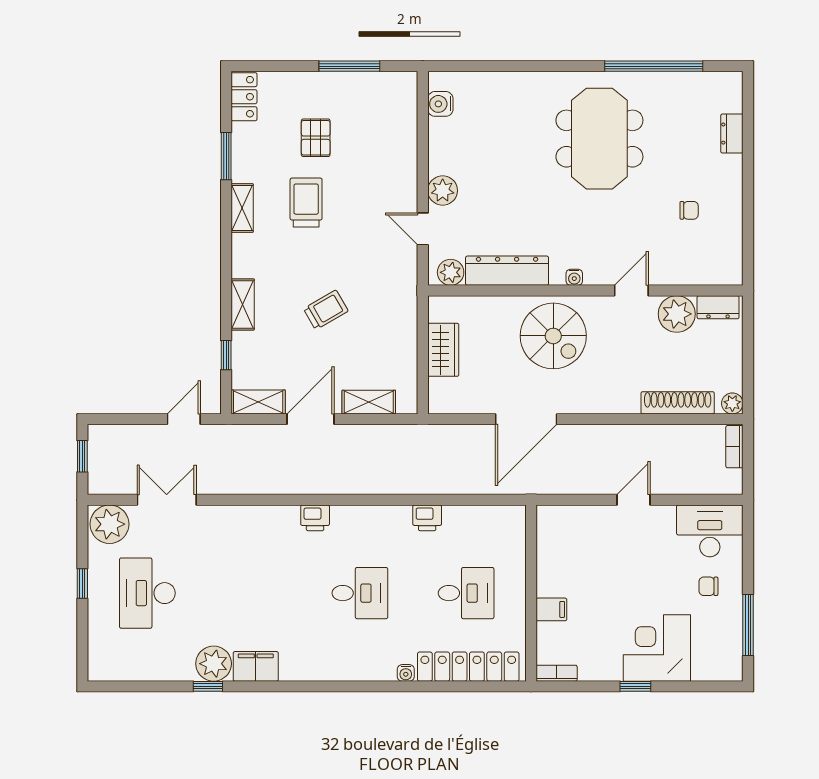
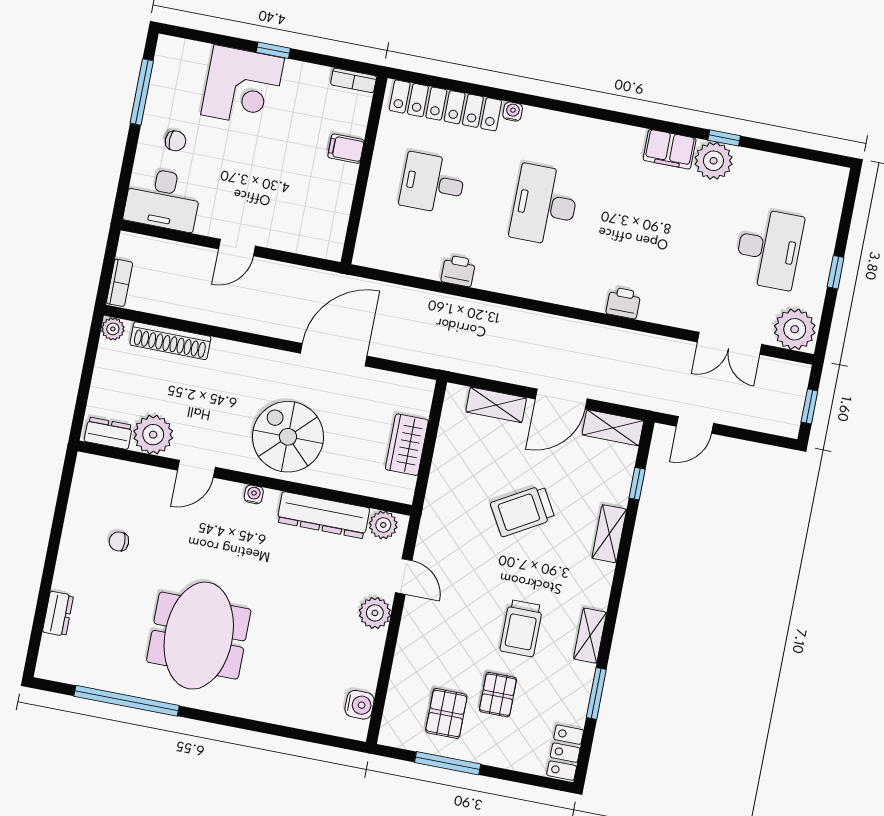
pallet: (359, 111) -> (446, 713), added
trolley: (326, 310) -> (523, 511), width x1.36, depth x1.39
printer: (315, 518) -> (623, 303), moved
desk: (360, 593) -> (545, 205), width x1.37

